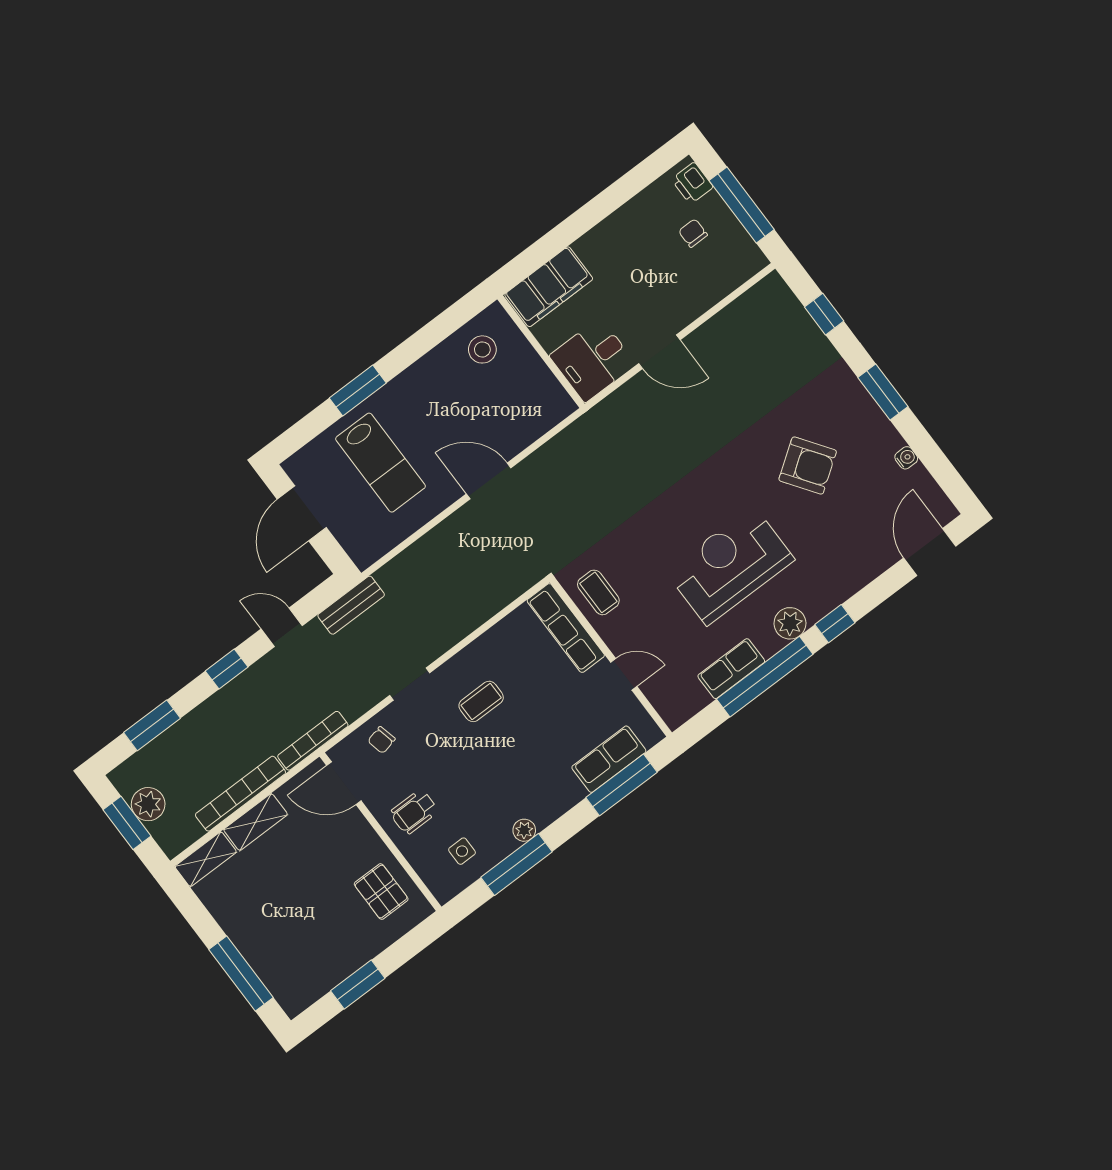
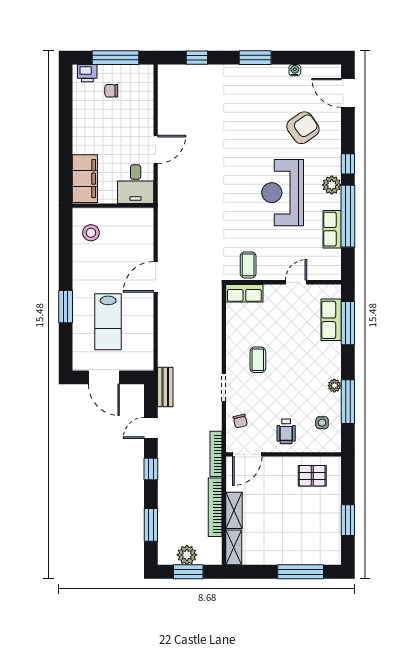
lab bench: (380, 463) -> (108, 322), turned 90
armchair: (808, 465) -> (303, 128), moved
coffee table: (598, 592) -> (248, 265), turned 90
row of seats: (566, 628) -> (244, 293), width x0.68

